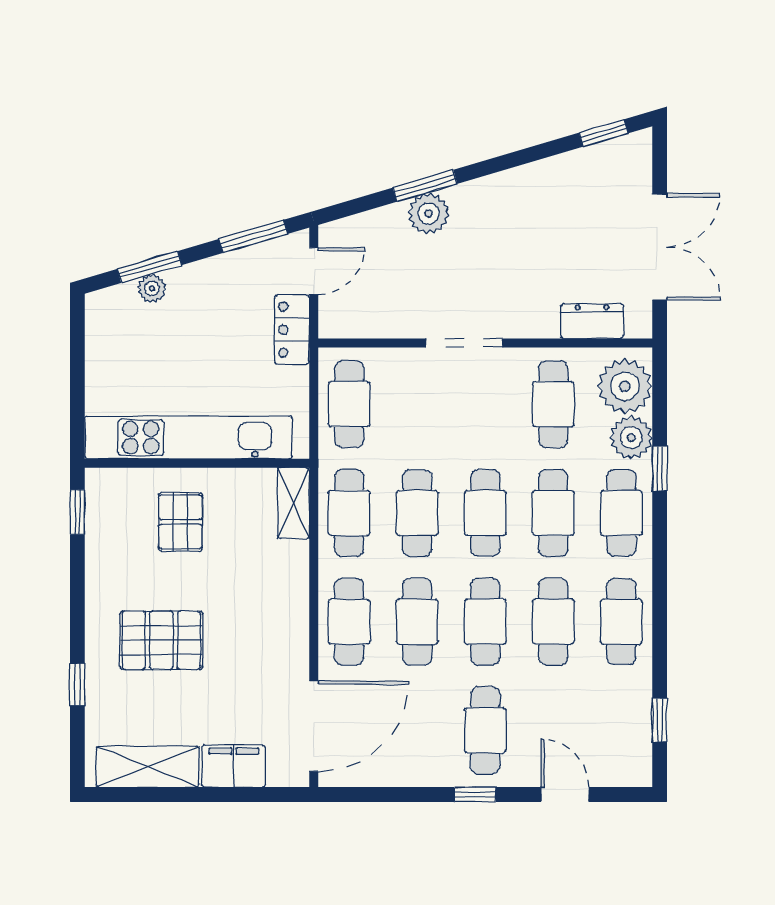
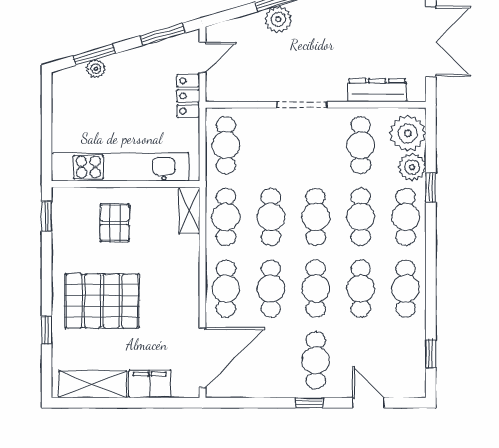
dresser: (592, 321) -> (377, 90), width x1.44
pallet: (161, 640) -> (102, 301), width x1.37, depth x1.41

